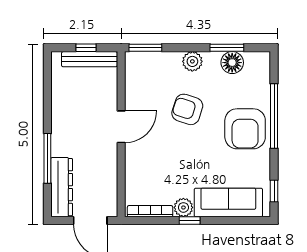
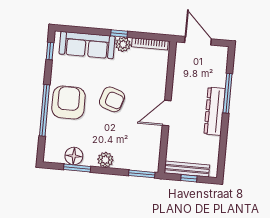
armchair: (187, 109) -> (112, 99), moved
dresser: (62, 187) -> (215, 111), moved

